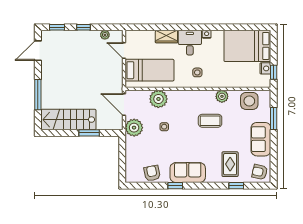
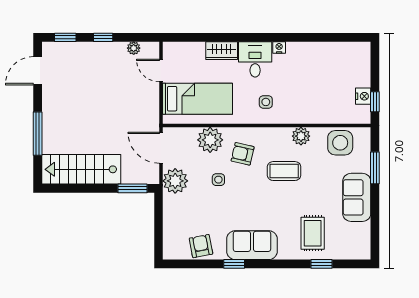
bed: (247, 46) -> (337, 64), removed
window: (89, 133) -> (132, 188), moved
armchair: (260, 172) -> (243, 154), moved

